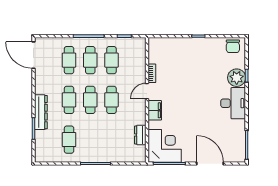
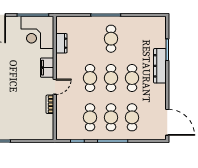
cafe table: (69, 140) -> (111, 39), moved

